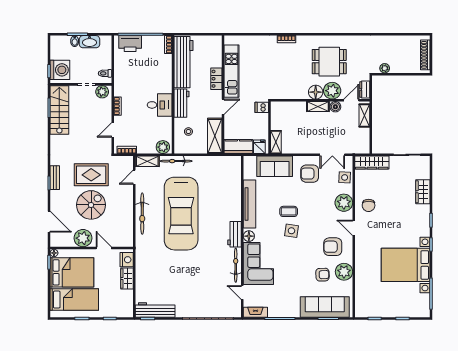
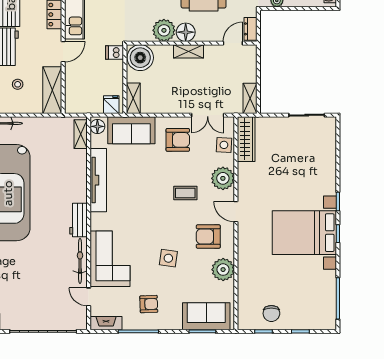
plant: (332, 91) -> (164, 30), moved
boiler: (335, 107) -> (140, 58), moved, width x1.86, depth x1.86
shelving: (364, 116) -> (250, 98), moved
kitchen counter: (238, 147) -> (84, 104), removed
wardrobe: (372, 163) -> (246, 139), moved, turned -90
shelving: (236, 169) -> (81, 134), added
armchair: (310, 174) -> (178, 140), turned 180
wardrobe: (423, 192) -> (327, 164), removed
chair: (369, 205) -> (271, 313), moved
coffee table: (289, 211) -> (185, 193), moved
side table: (291, 231) -> (168, 258), moved
floor lamp: (249, 236) -> (97, 126), moved
bed with nightstands: (406, 265) -> (304, 233), moved
armchair: (322, 275) -> (149, 304), moved
sofa: (325, 307) -> (206, 316), width x0.73

